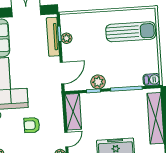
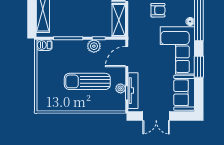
sun lounger: (131, 32) -> (87, 81), moved

